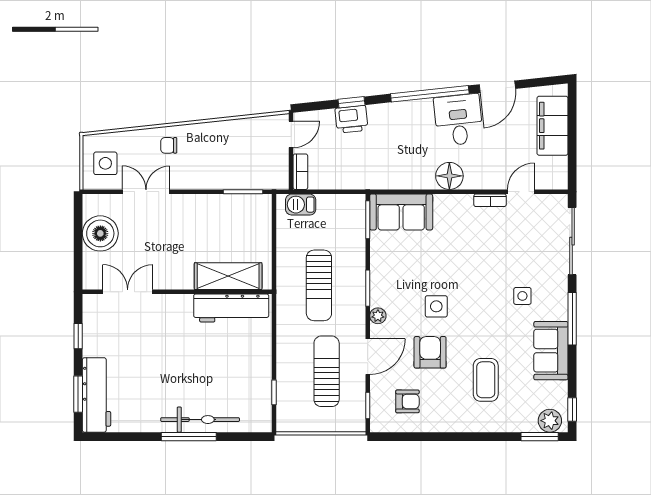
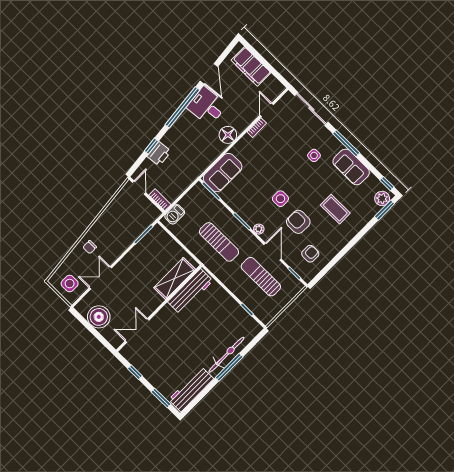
workbench: (97, 395) -> (191, 389), moved, turned -90

